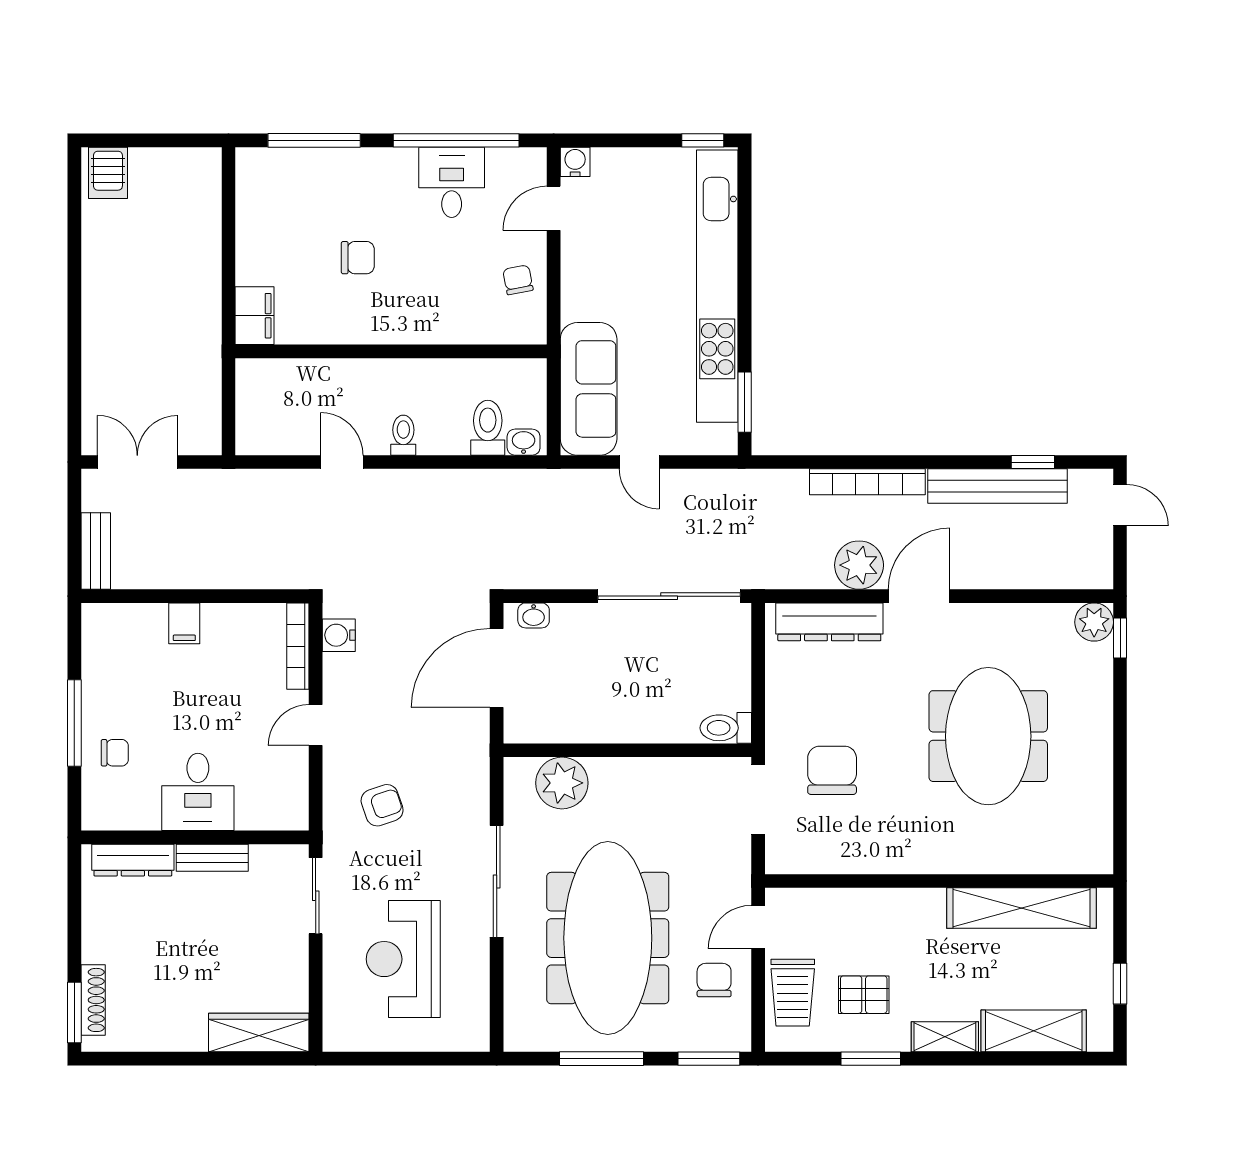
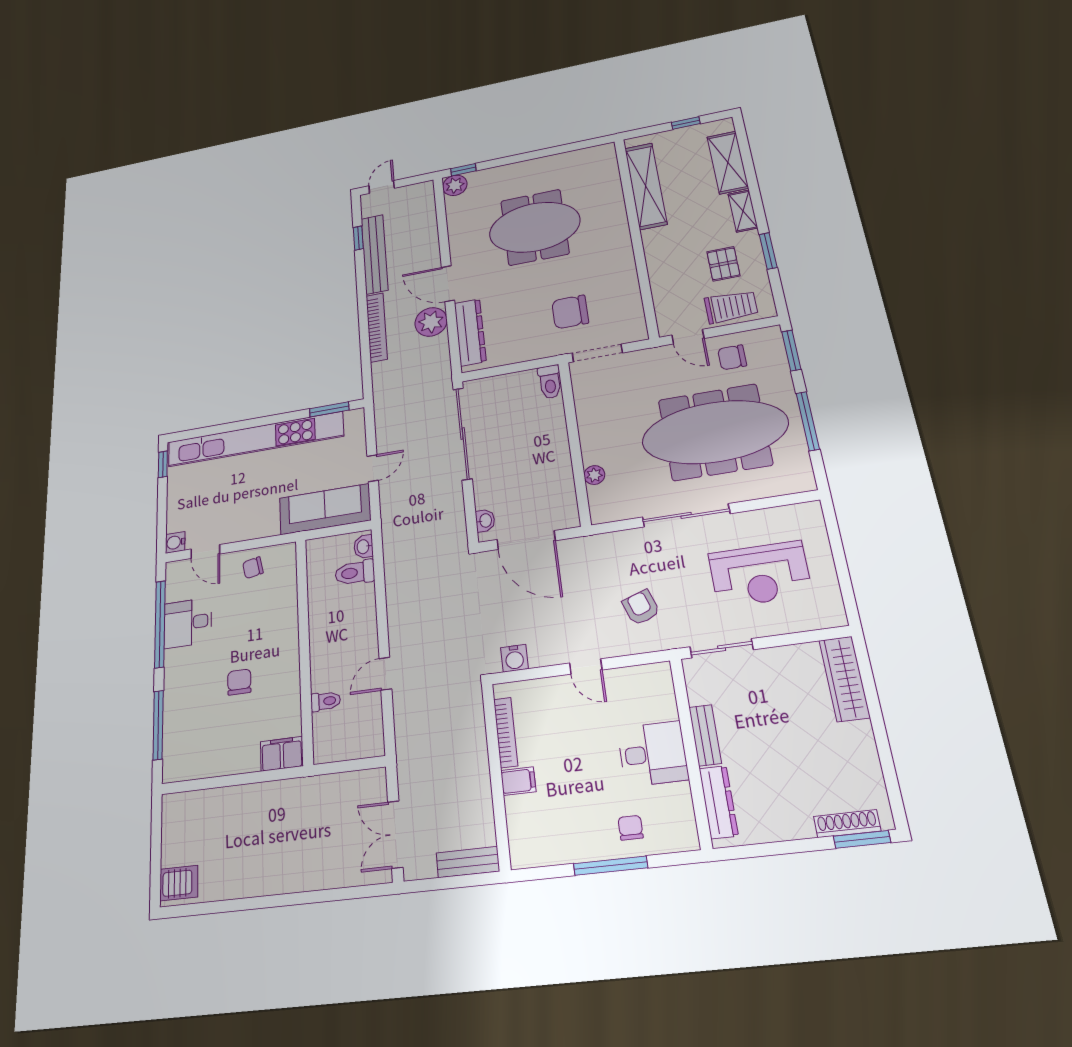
toilet: (403, 435) -> (326, 701), moved, turned 180
bookcase: (298, 646) -> (506, 732), moved, turned -90
plant: (562, 783) -> (594, 475), width x0.53, depth x0.53

